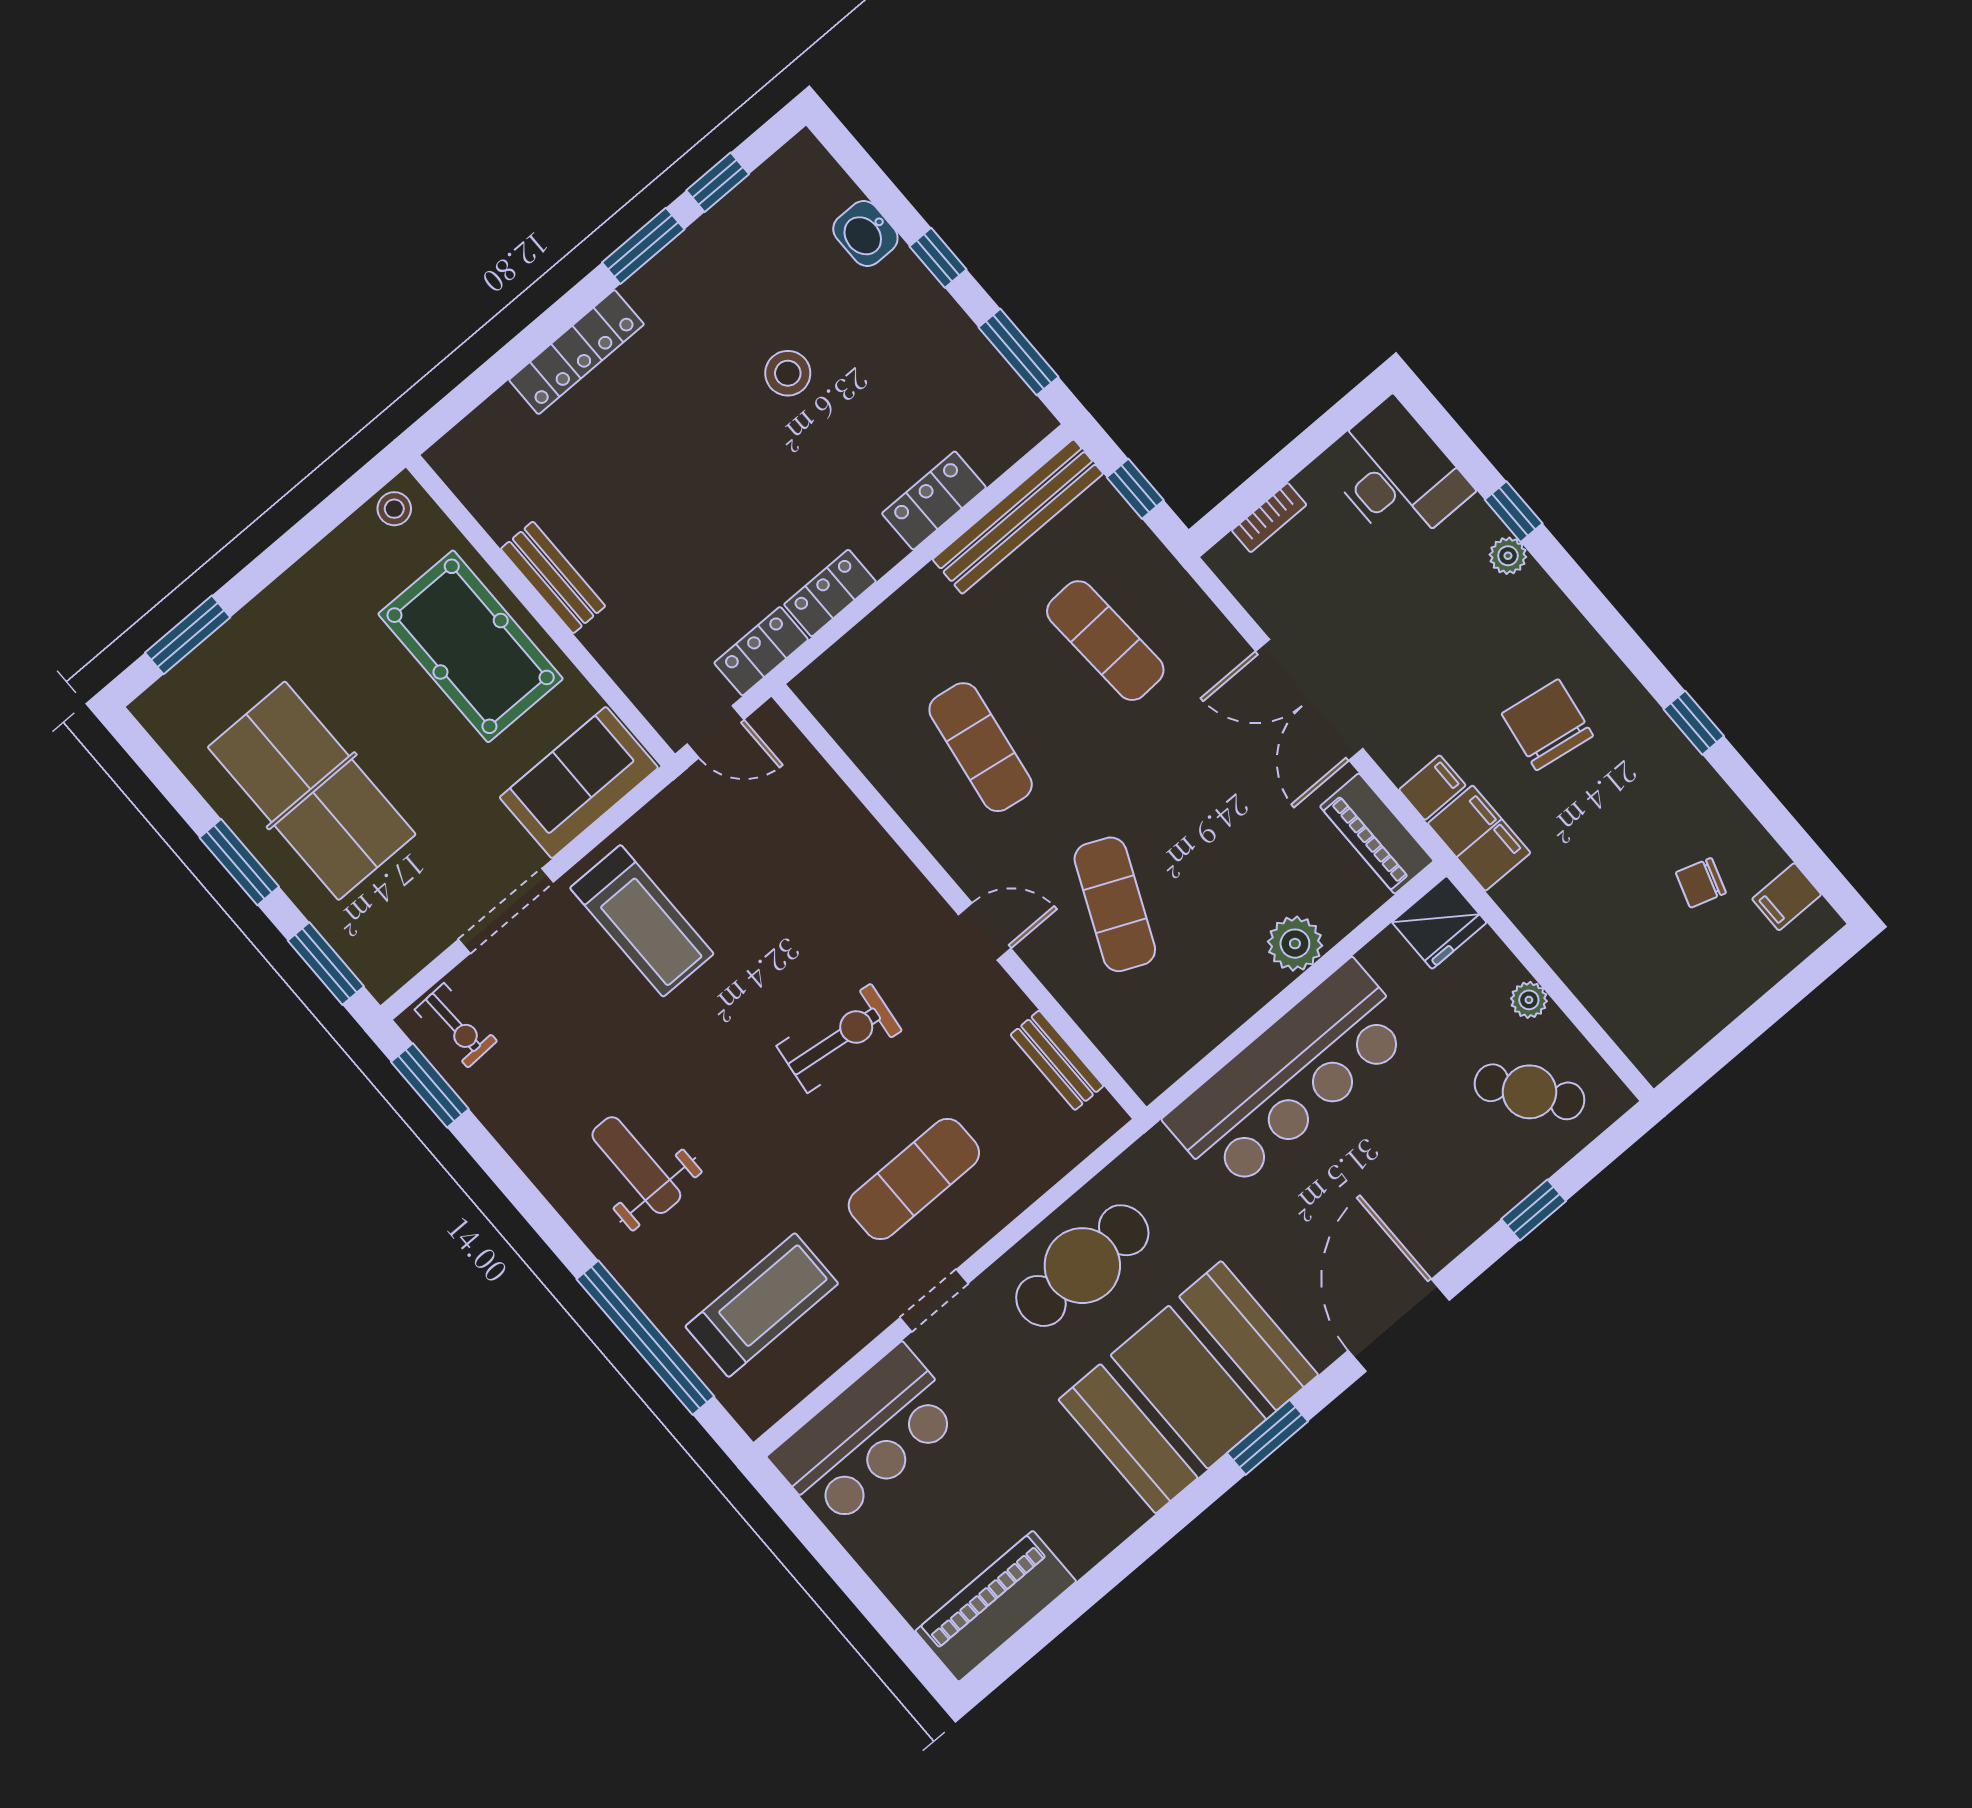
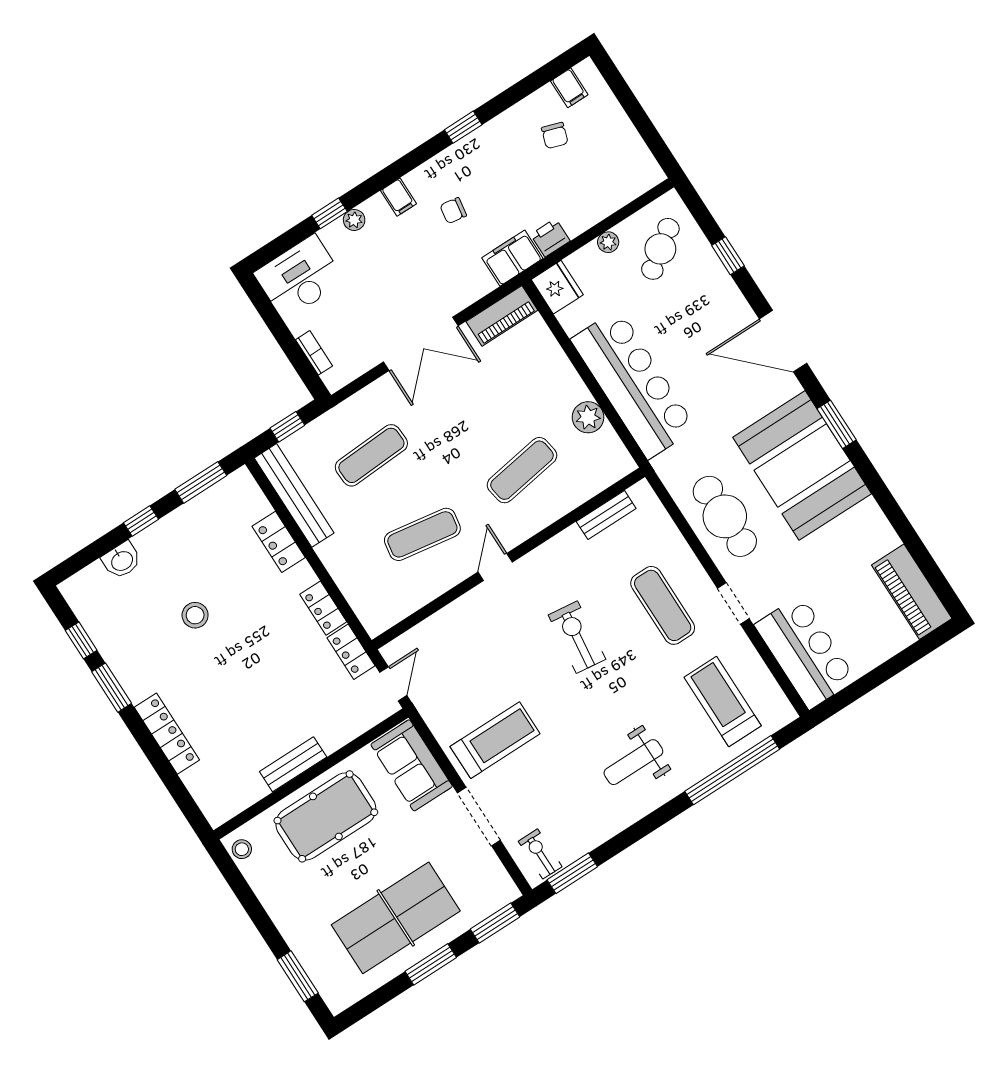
chair: (1547, 725) -> (453, 211), width x0.54, depth x0.54
filing cabinet: (1432, 788) -> (398, 197), moved, turned 180
printer: (1523, 899) -> (550, 238), added
exercise mat: (1115, 904) -> (522, 470), turned -33
door: (985, 931) -> (495, 567), moved
plant: (1295, 944) -> (588, 417), moved
exercise bike: (456, 1025) -> (540, 854), turned -88

